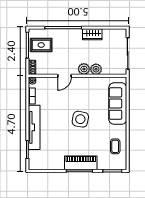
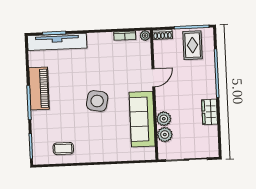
plant: (84, 69) -> (165, 135), moved
door: (65, 76) -> (153, 78), swing flipped
sofa: (118, 104) -> (142, 119), moved, turned -90
tv unit: (34, 127) -> (57, 42), moved
piano: (81, 163) -> (39, 88), moved

